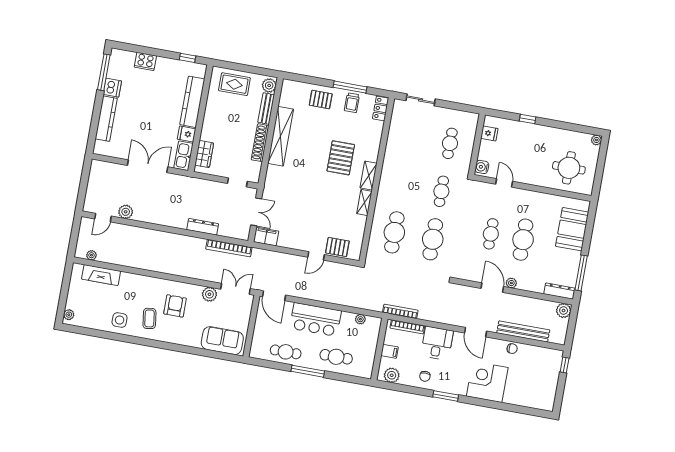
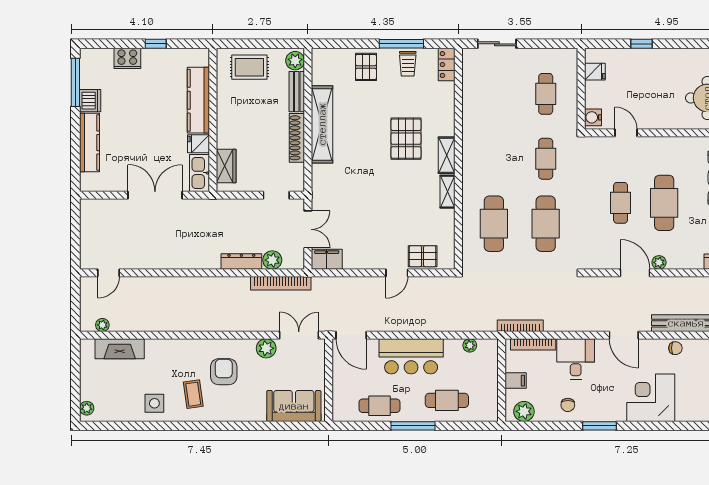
window: (188, 58) -> (156, 44), moved
pallet: (321, 100) -> (366, 67), turned 90
plant: (126, 212) -> (272, 260), moved

